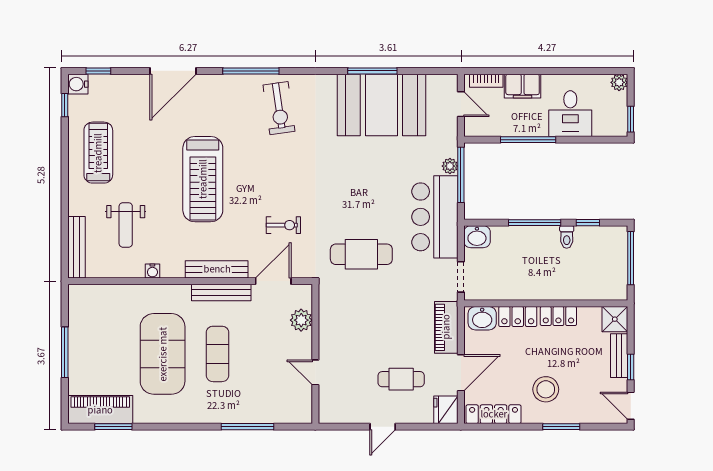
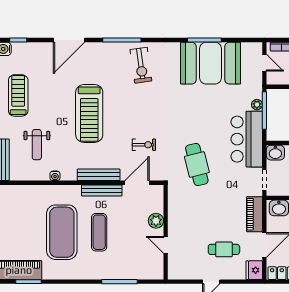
cafe table: (361, 254) -> (197, 164), turned 76
plant: (301, 320) -> (156, 221), moved

